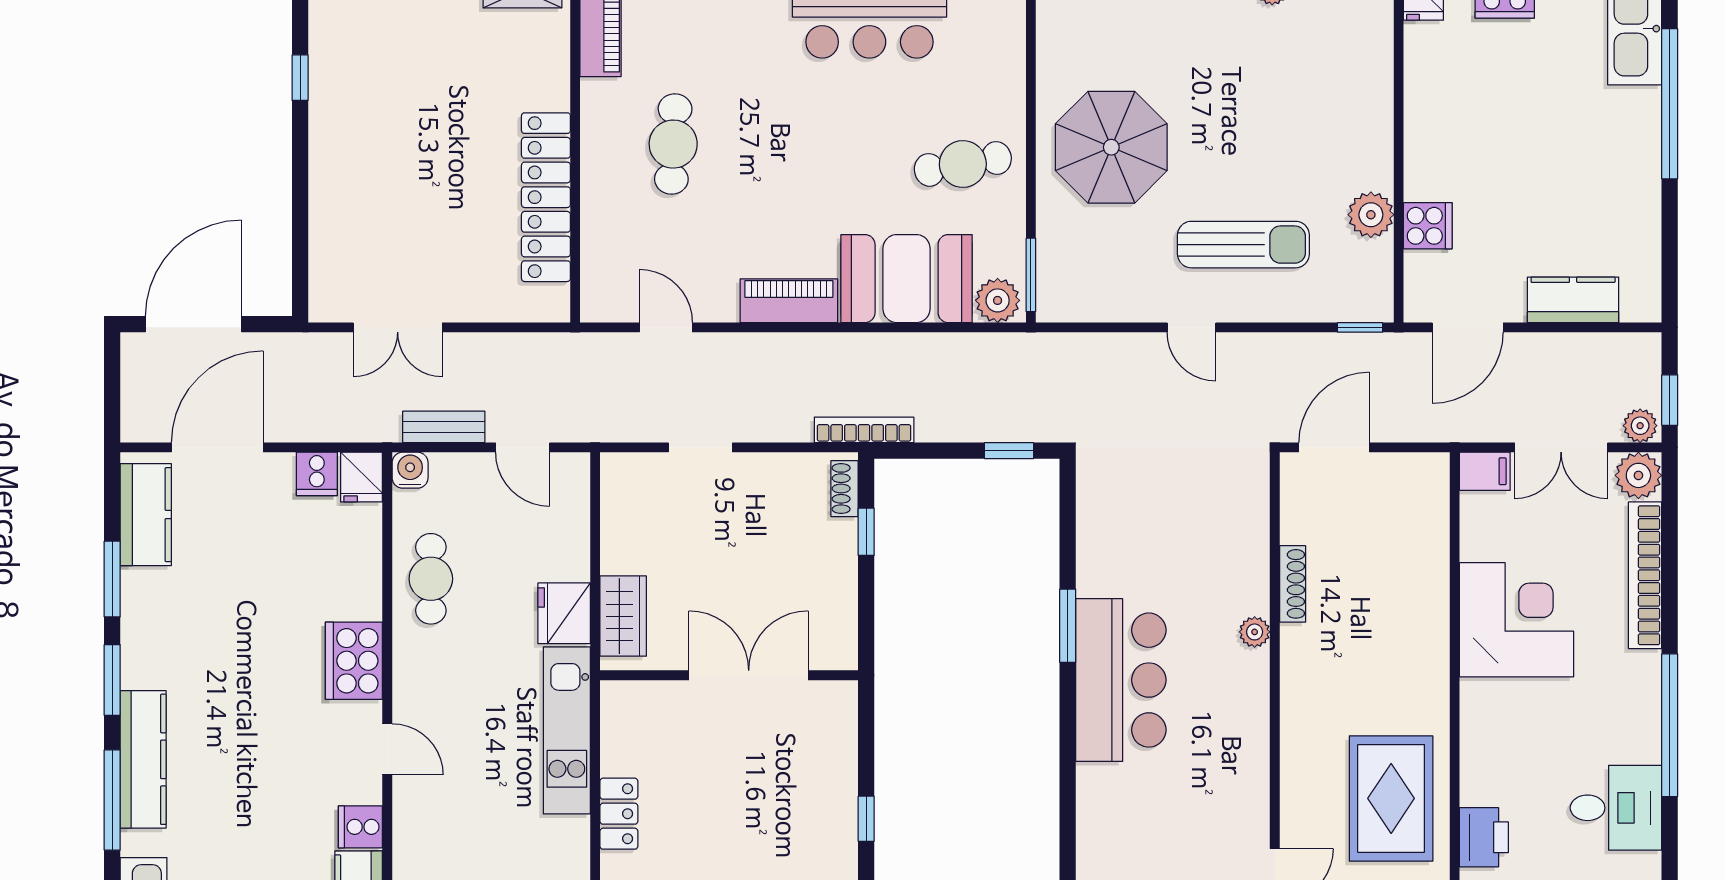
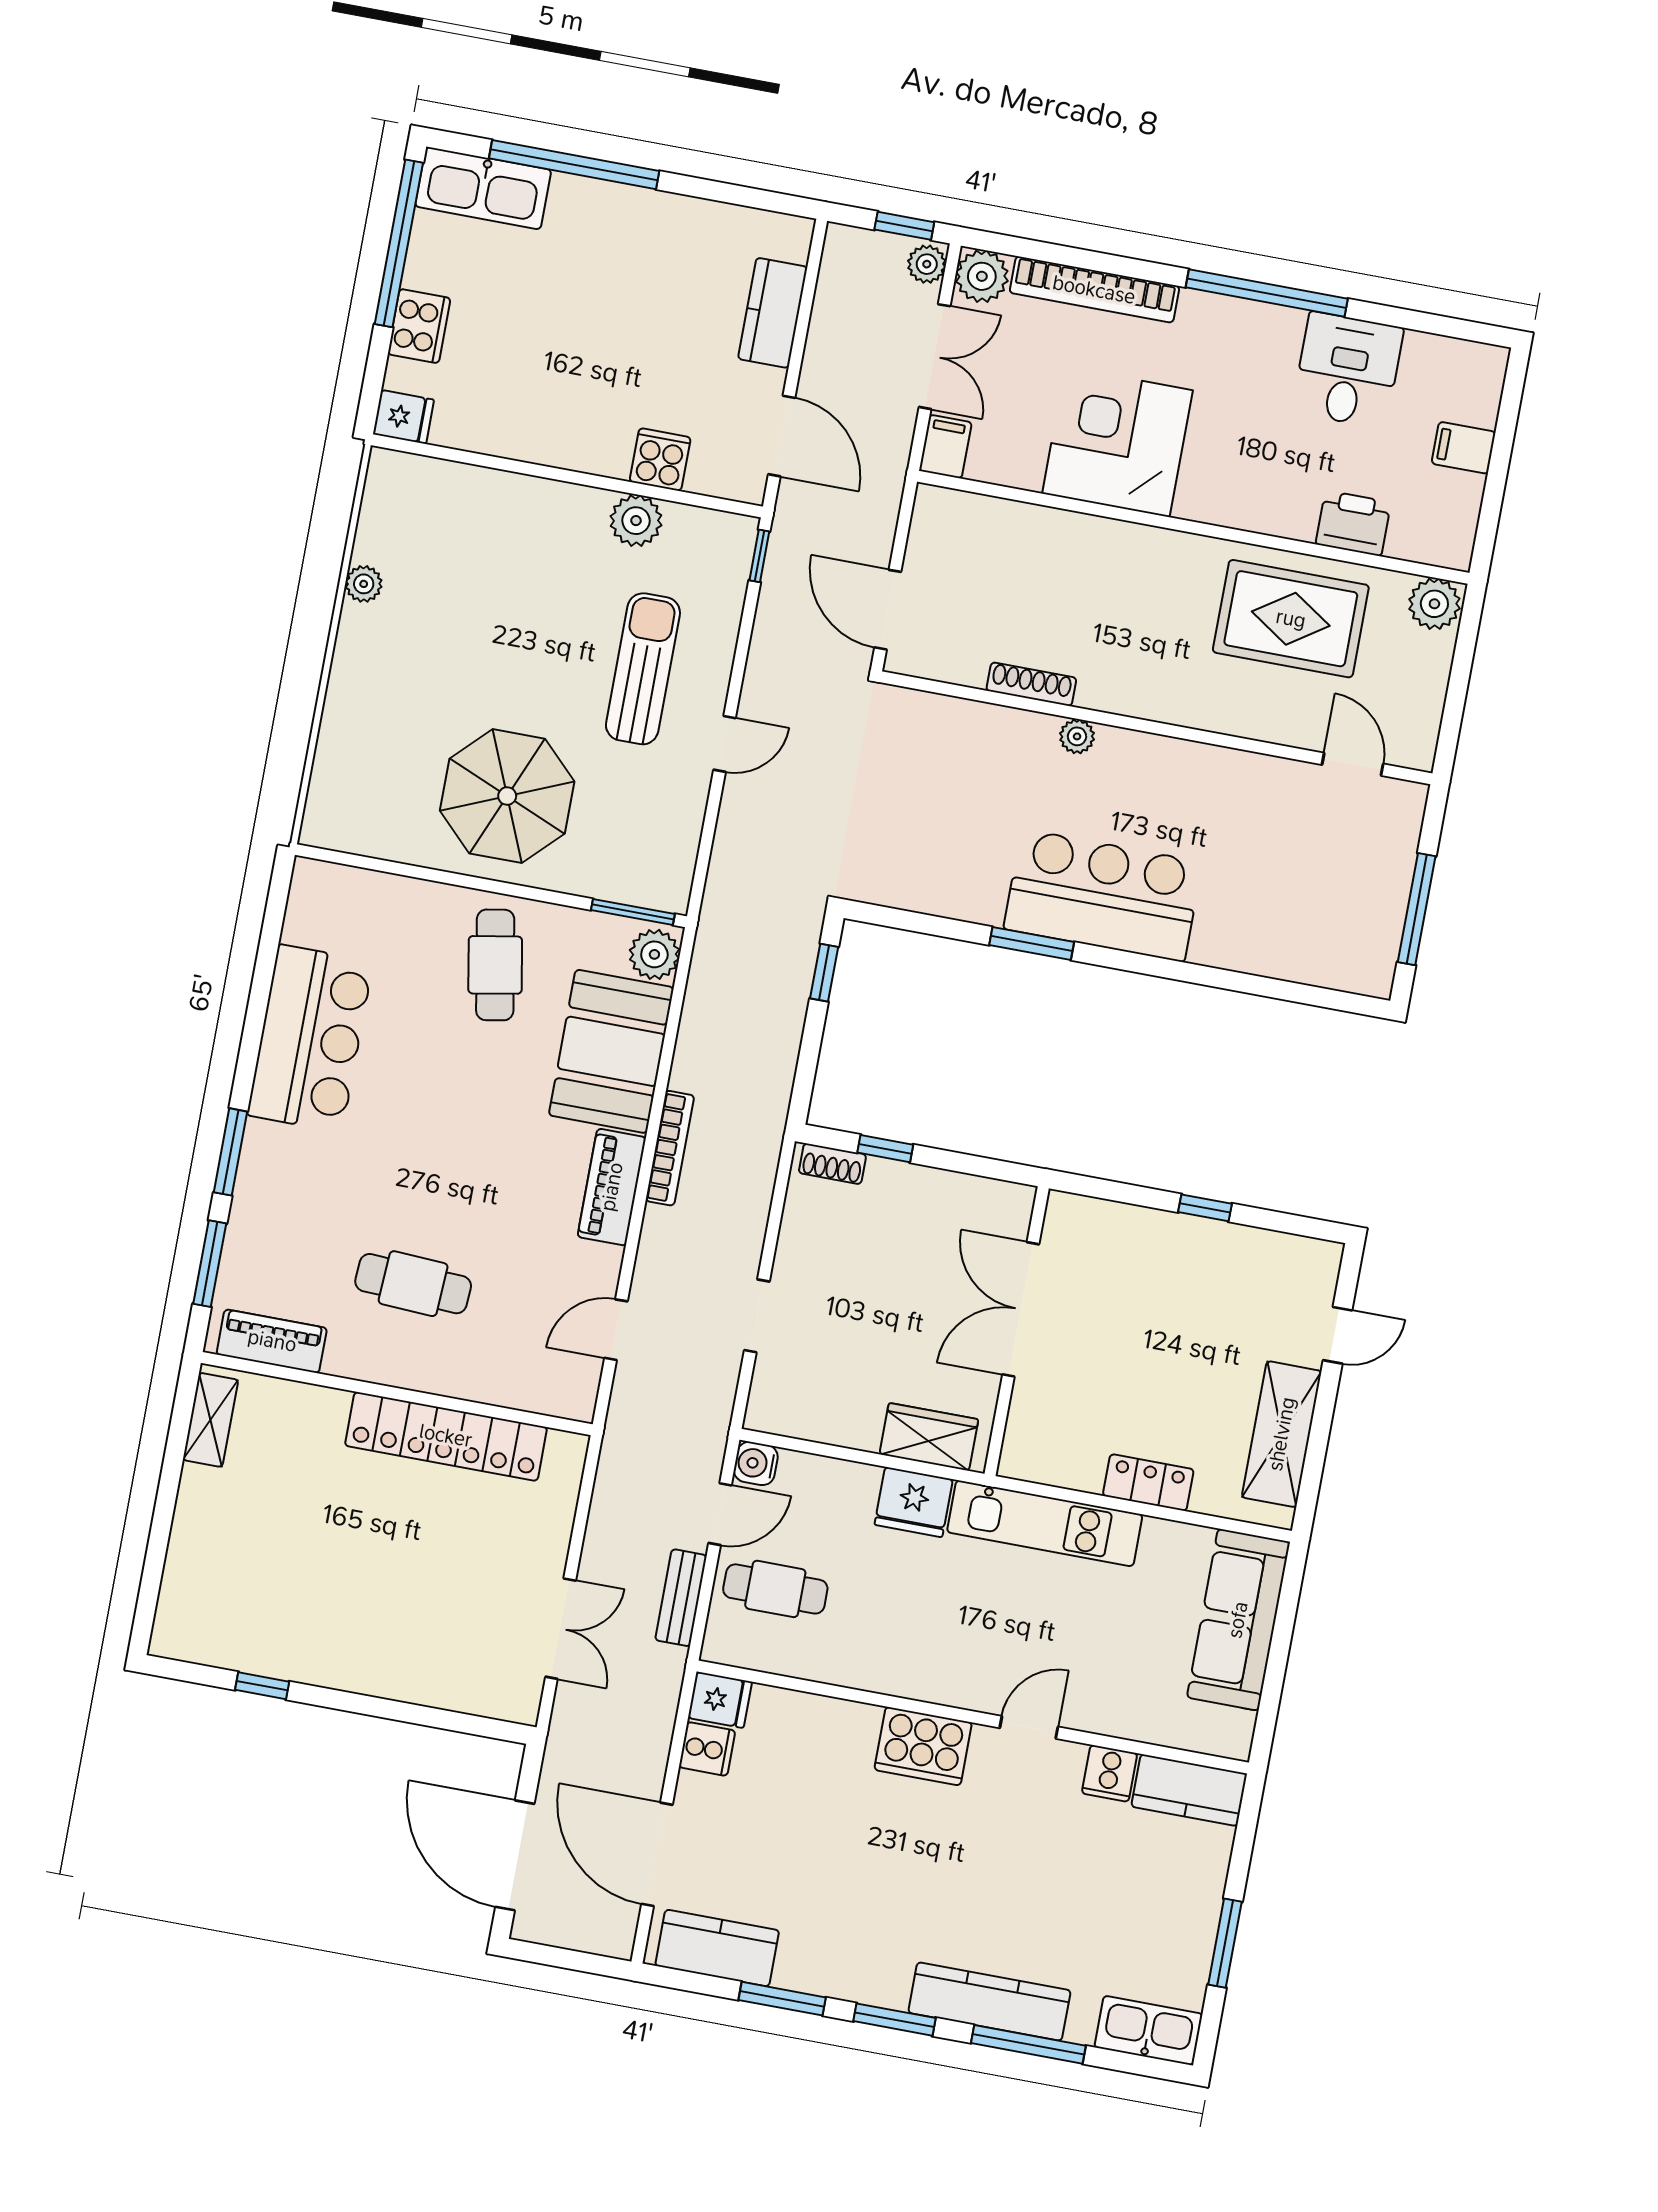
bookcase: (864, 430) -> (670, 1148), moved, turned 180
water cooler: (410, 470) -> (756, 1463), moved
cafe table: (431, 579) -> (775, 1589), moved

